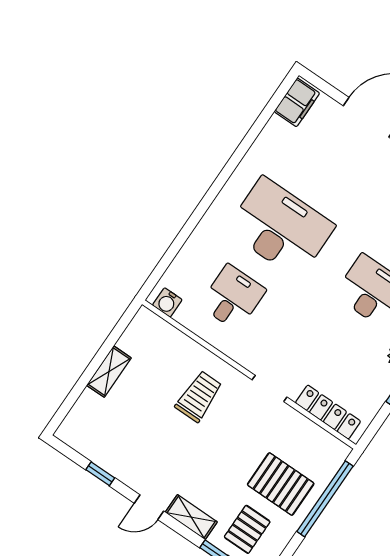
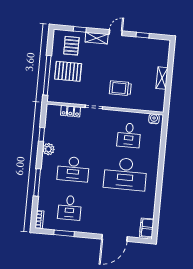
trolley: (199, 396) -> (120, 88), turned 90
locker: (328, 412) -> (70, 111), width x0.66

